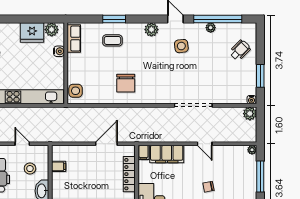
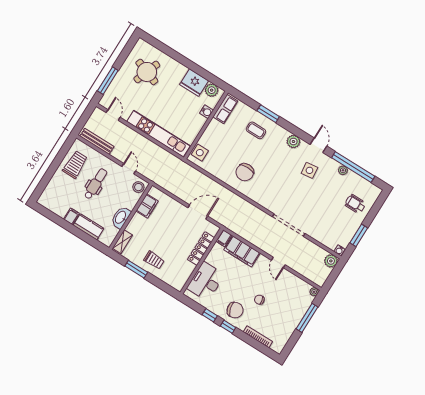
wheelchair: (240, 50) -> (355, 204), turned -135
filing cabinet: (59, 166) -> (147, 206), width x2.00
stool: (30, 169) -> (138, 187), moved

